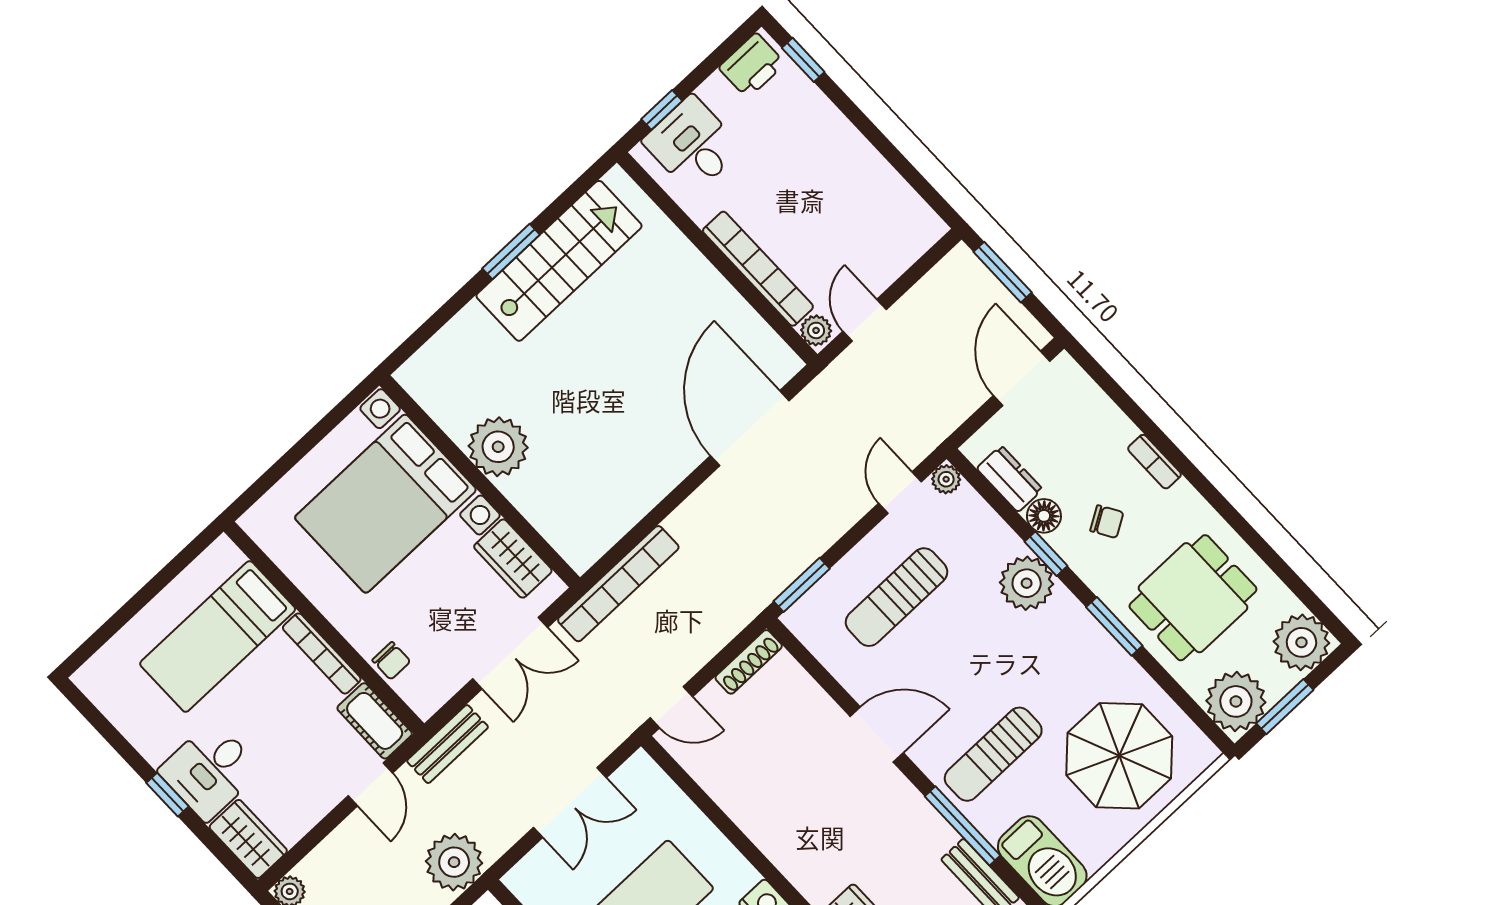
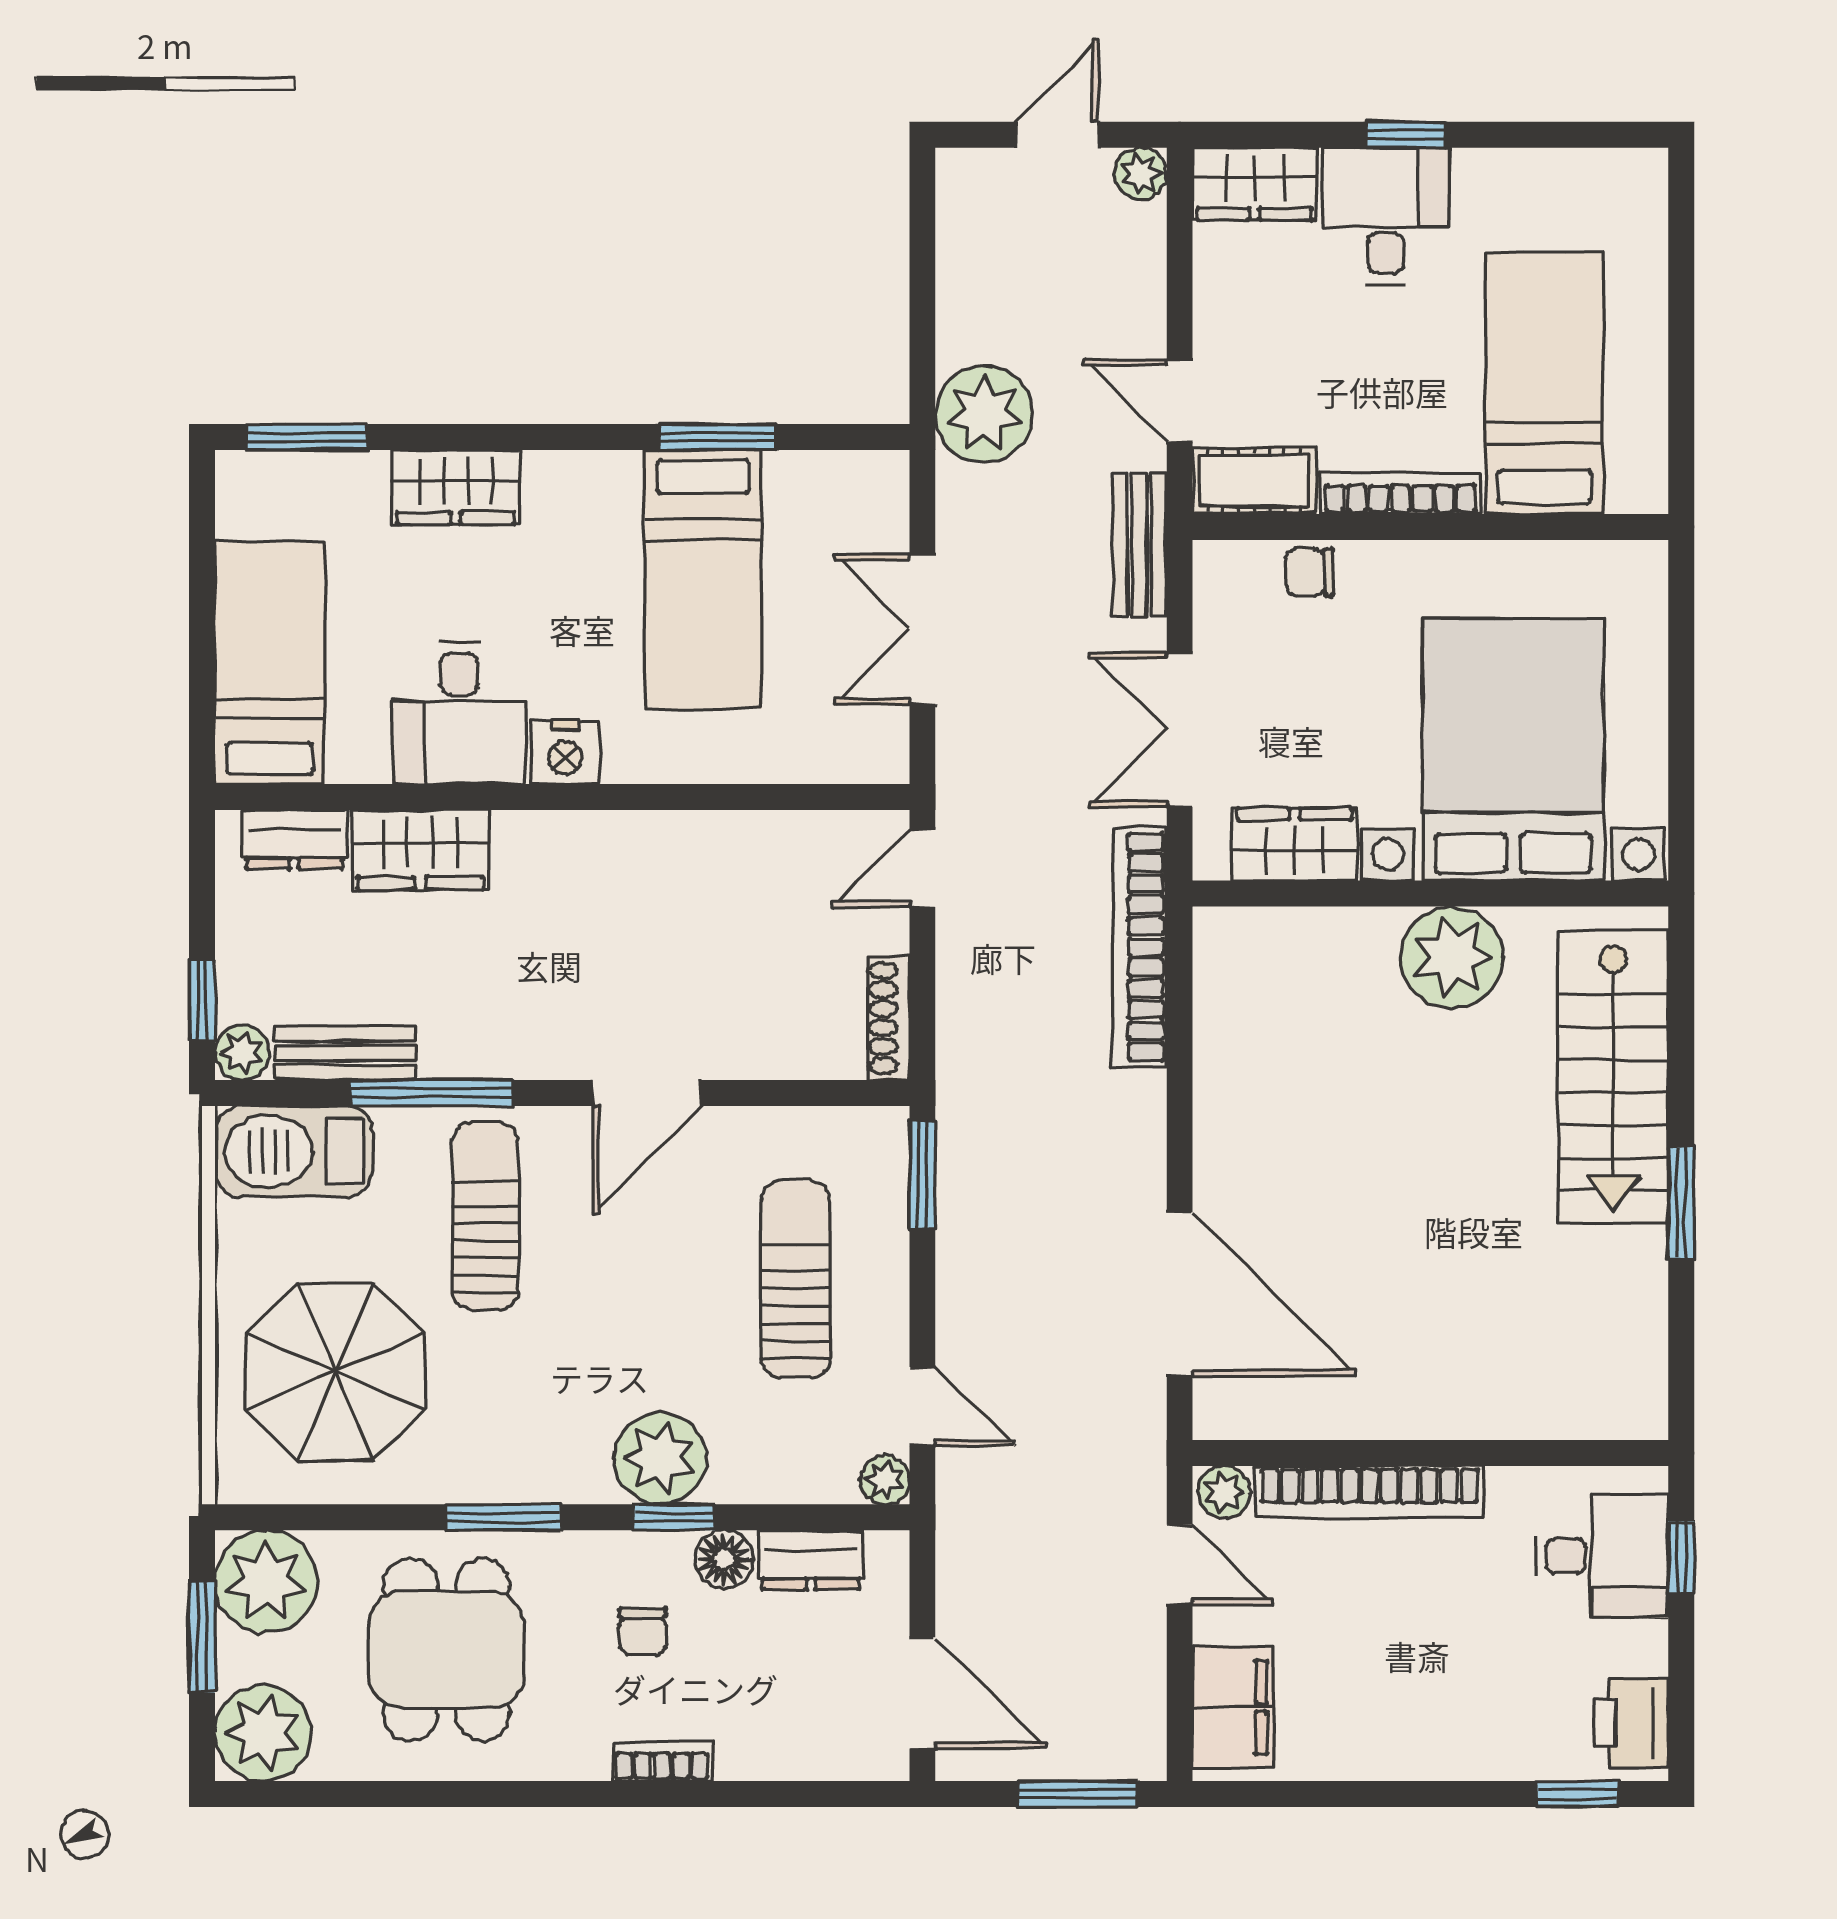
filing cabinet: (904, 241) -> (1233, 1707), added
stairs: (559, 261) -> (1613, 1077), moved
chair: (1107, 522) -> (643, 1631), turned -59

